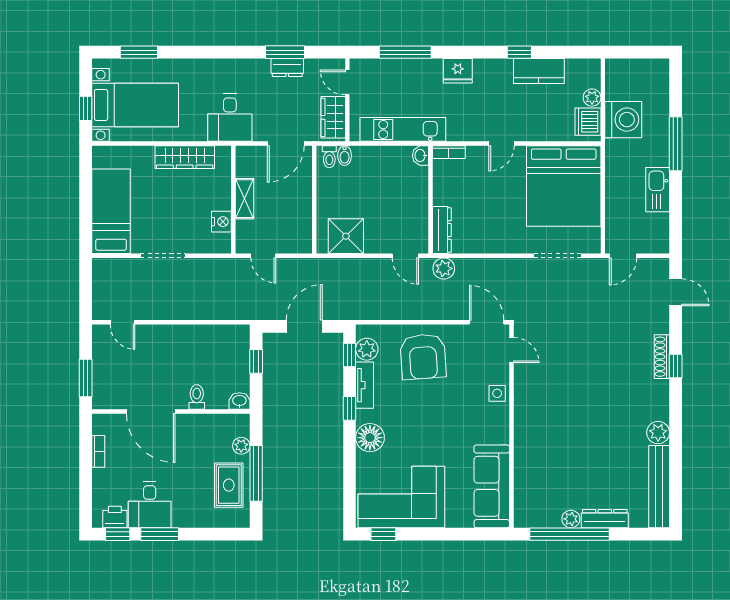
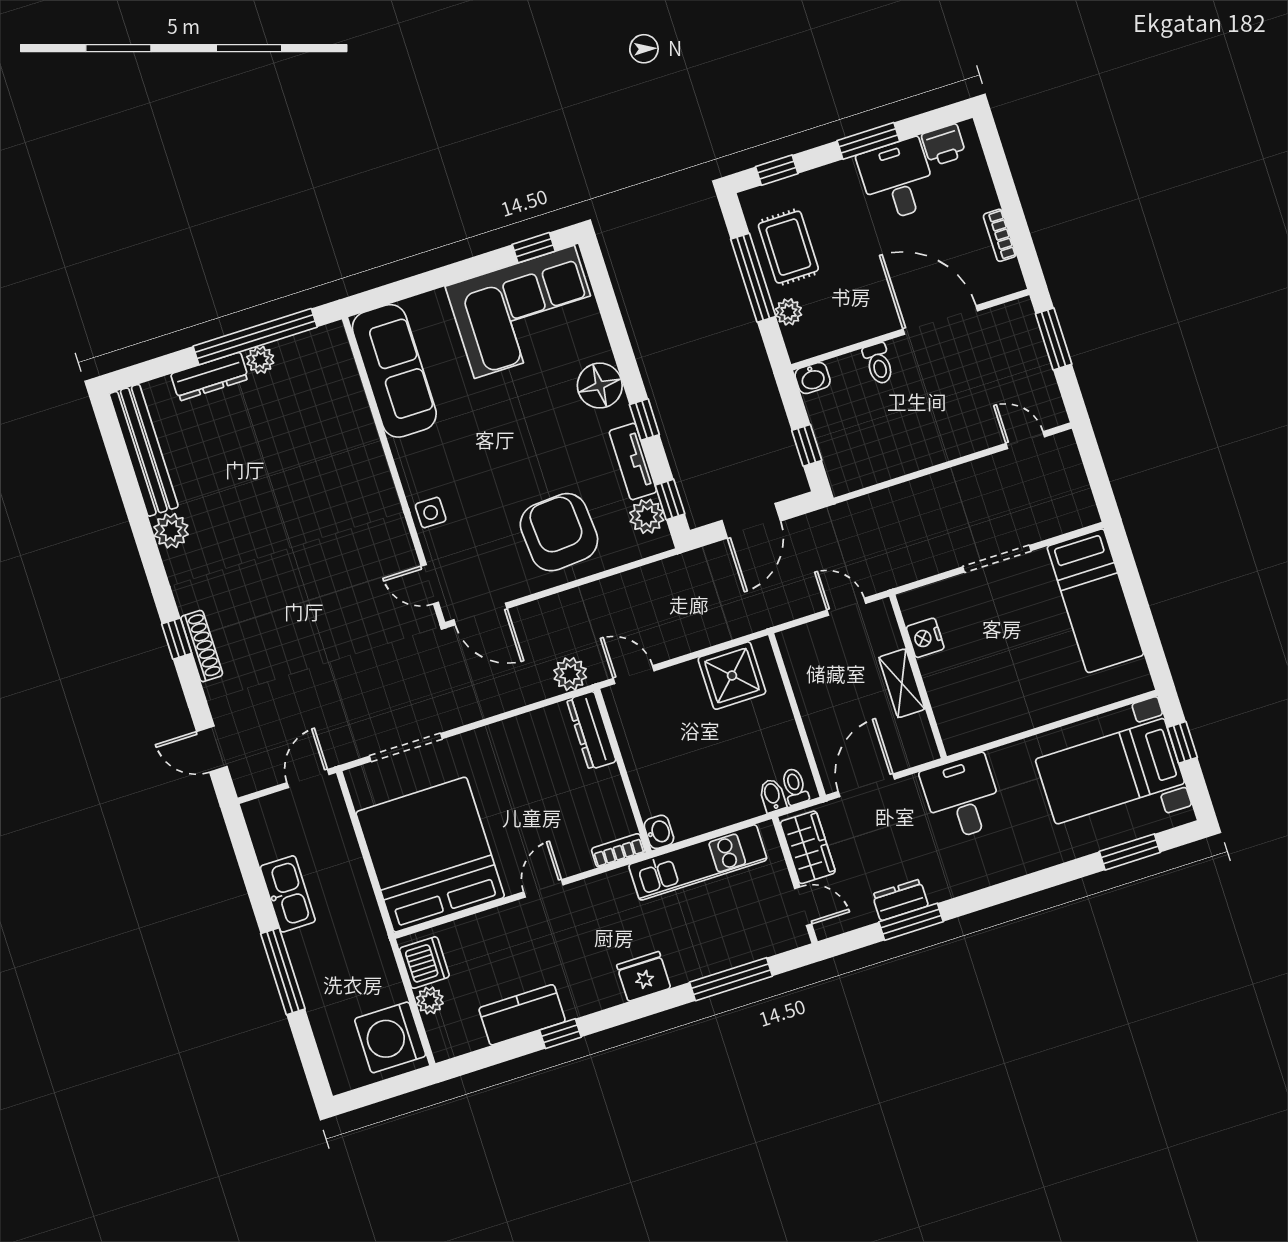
washing machine: (623, 120) -> (390, 1037), moved
wardrobe: (185, 157) -> (1011, 717), removed
window: (118, 534) -> (777, 170), moved

